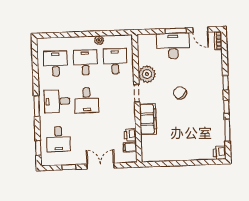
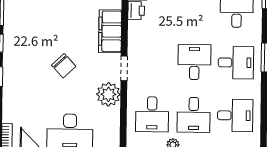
desk: (56, 64) -> (235, 115), turned -90

